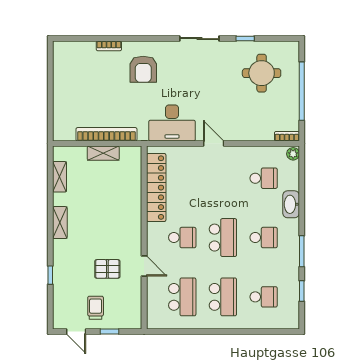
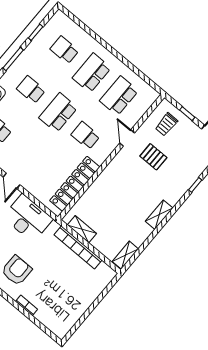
shelving: (103, 153) -> (82, 229), moved
shelving: (59, 177) -> (125, 255), moved
trolley: (96, 308) -> (166, 124), moved

